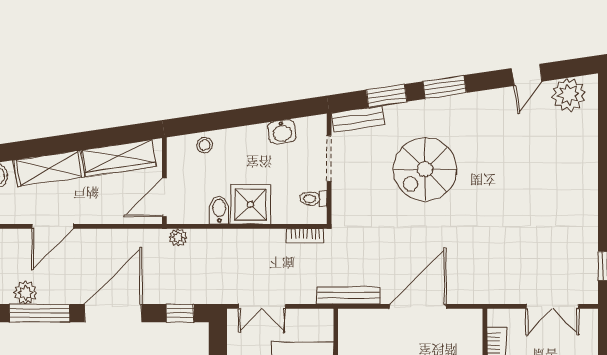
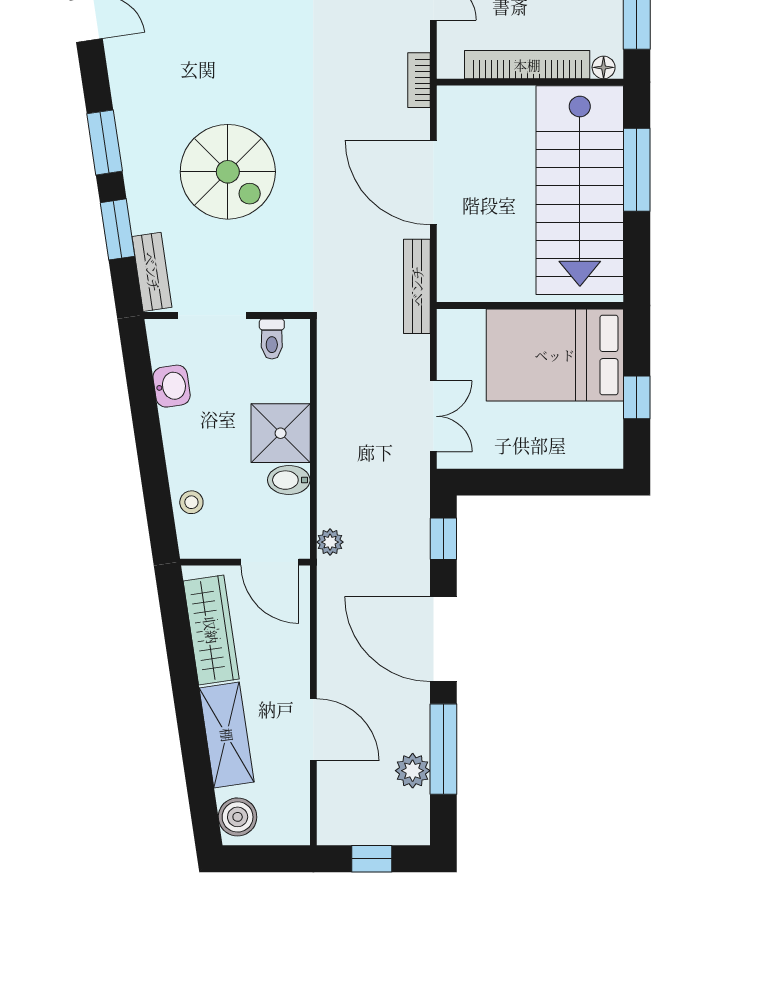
bookcase: (305, 236) -> (419, 80), moved, turned 180

